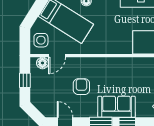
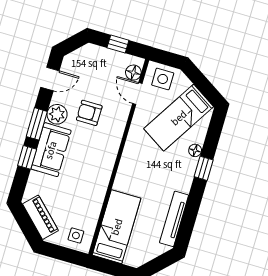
armchair: (81, 87) -> (89, 113), turned 180
plant: (89, 110) -> (57, 114), added

